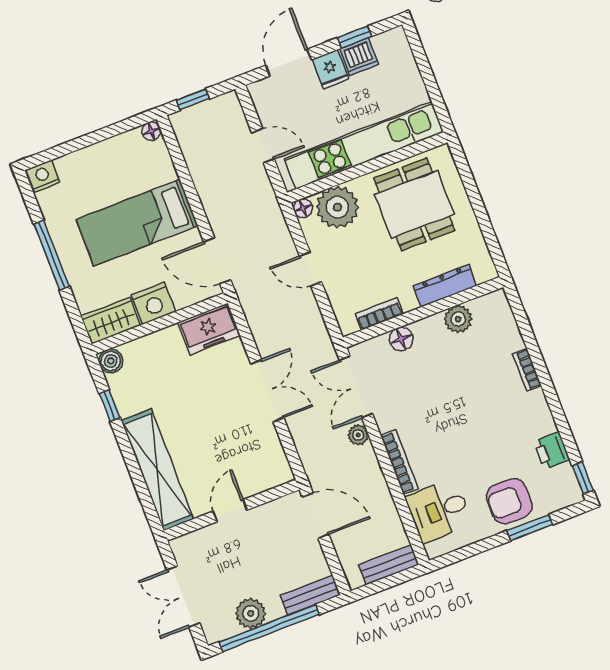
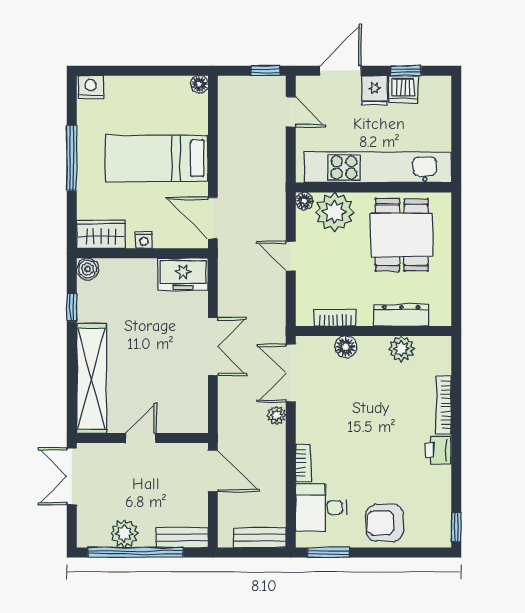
window: (193, 99) -> (265, 71), moved
door: (263, 146) -> (291, 112), moved
nightstand: (154, 303) -> (144, 240), width x0.53, depth x0.56
bookcase: (527, 370) -> (444, 405), width x1.56
printer: (552, 451) -> (438, 450), moved
bookcase: (399, 462) -> (303, 463), width x0.64
window: (530, 528) -> (328, 552), moved
double door: (183, 597) -> (72, 476), moved

